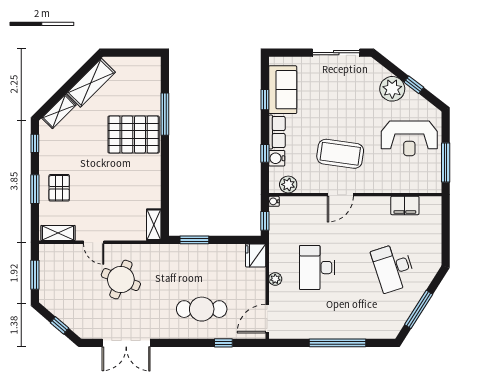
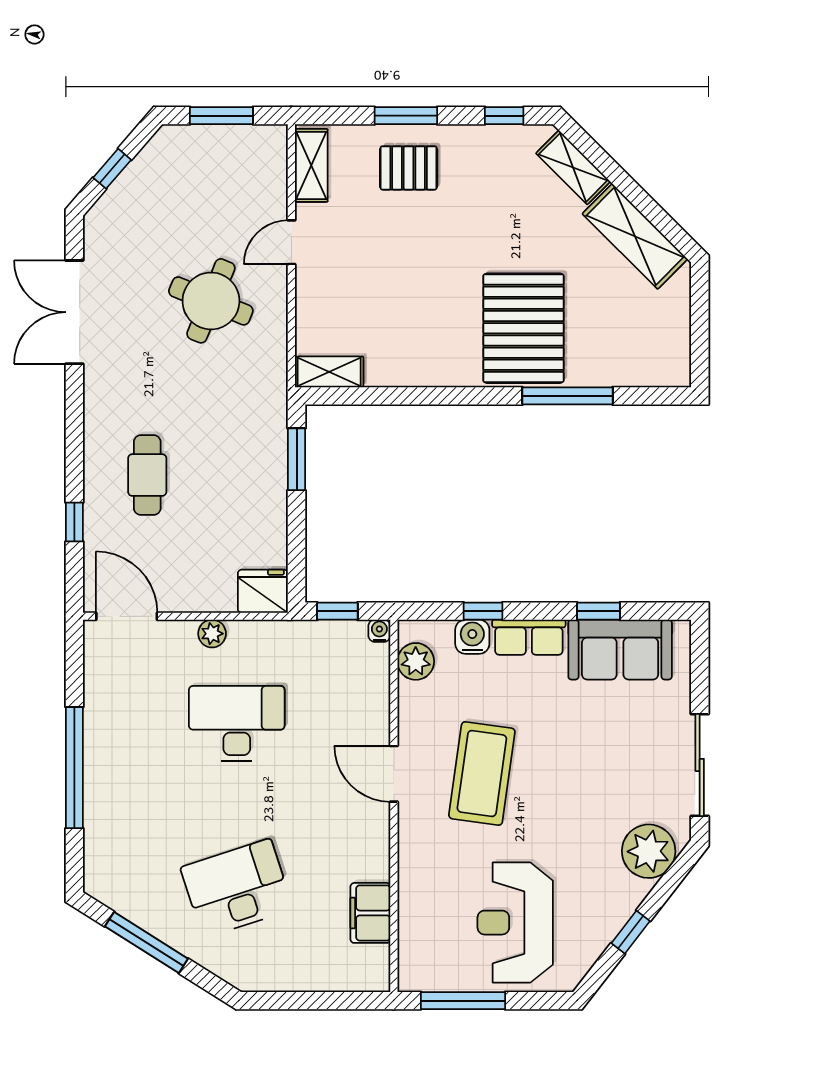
plant: (392, 89) -> (649, 851), moved
cafe table: (202, 309) -> (147, 475), width x0.73, depth x0.74

